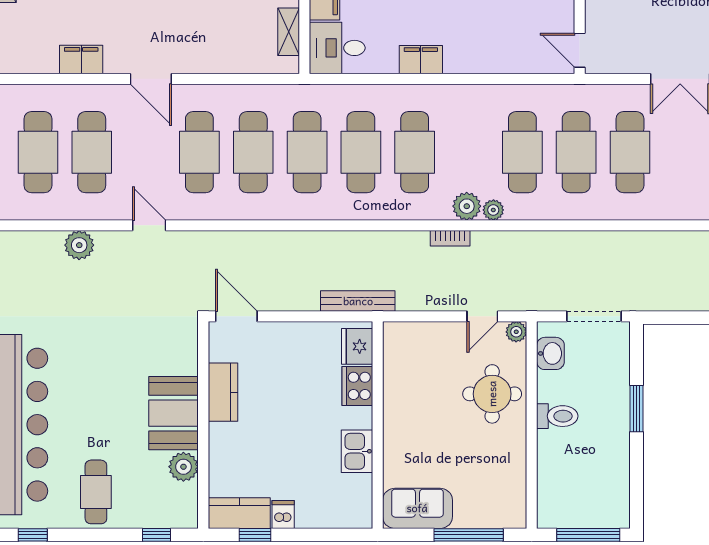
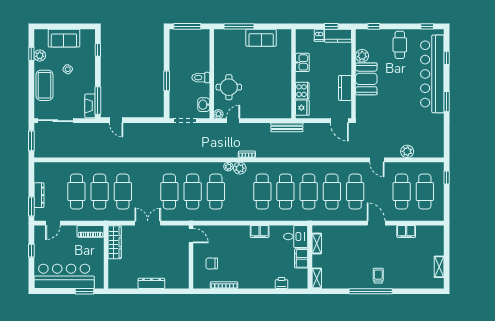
fridge: (357, 346) -> (302, 108), moved
cooker: (357, 386) -> (302, 91), moved
wall: (378, 425) -> (294, 74), moved
kitchen sink: (357, 451) -> (302, 62), moved

